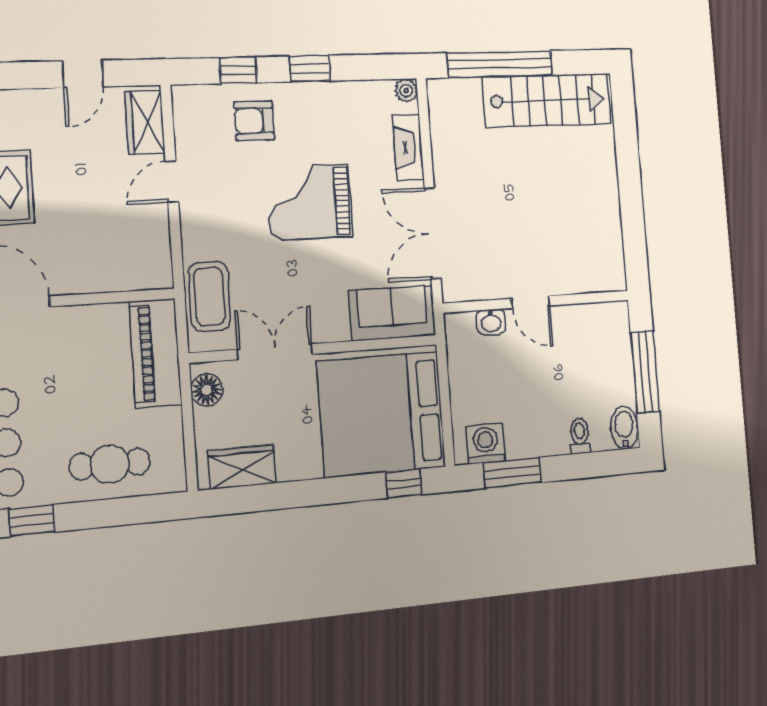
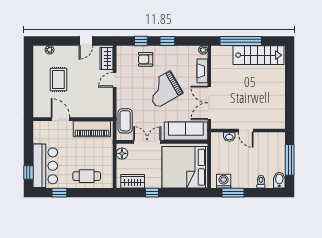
grand piano: (309, 202) -> (164, 89), turned -30
sofa: (392, 313) -> (186, 131), width x1.36
piano: (155, 353) -> (92, 129), moved, turned -90
window: (404, 483) -> (152, 193), moved

